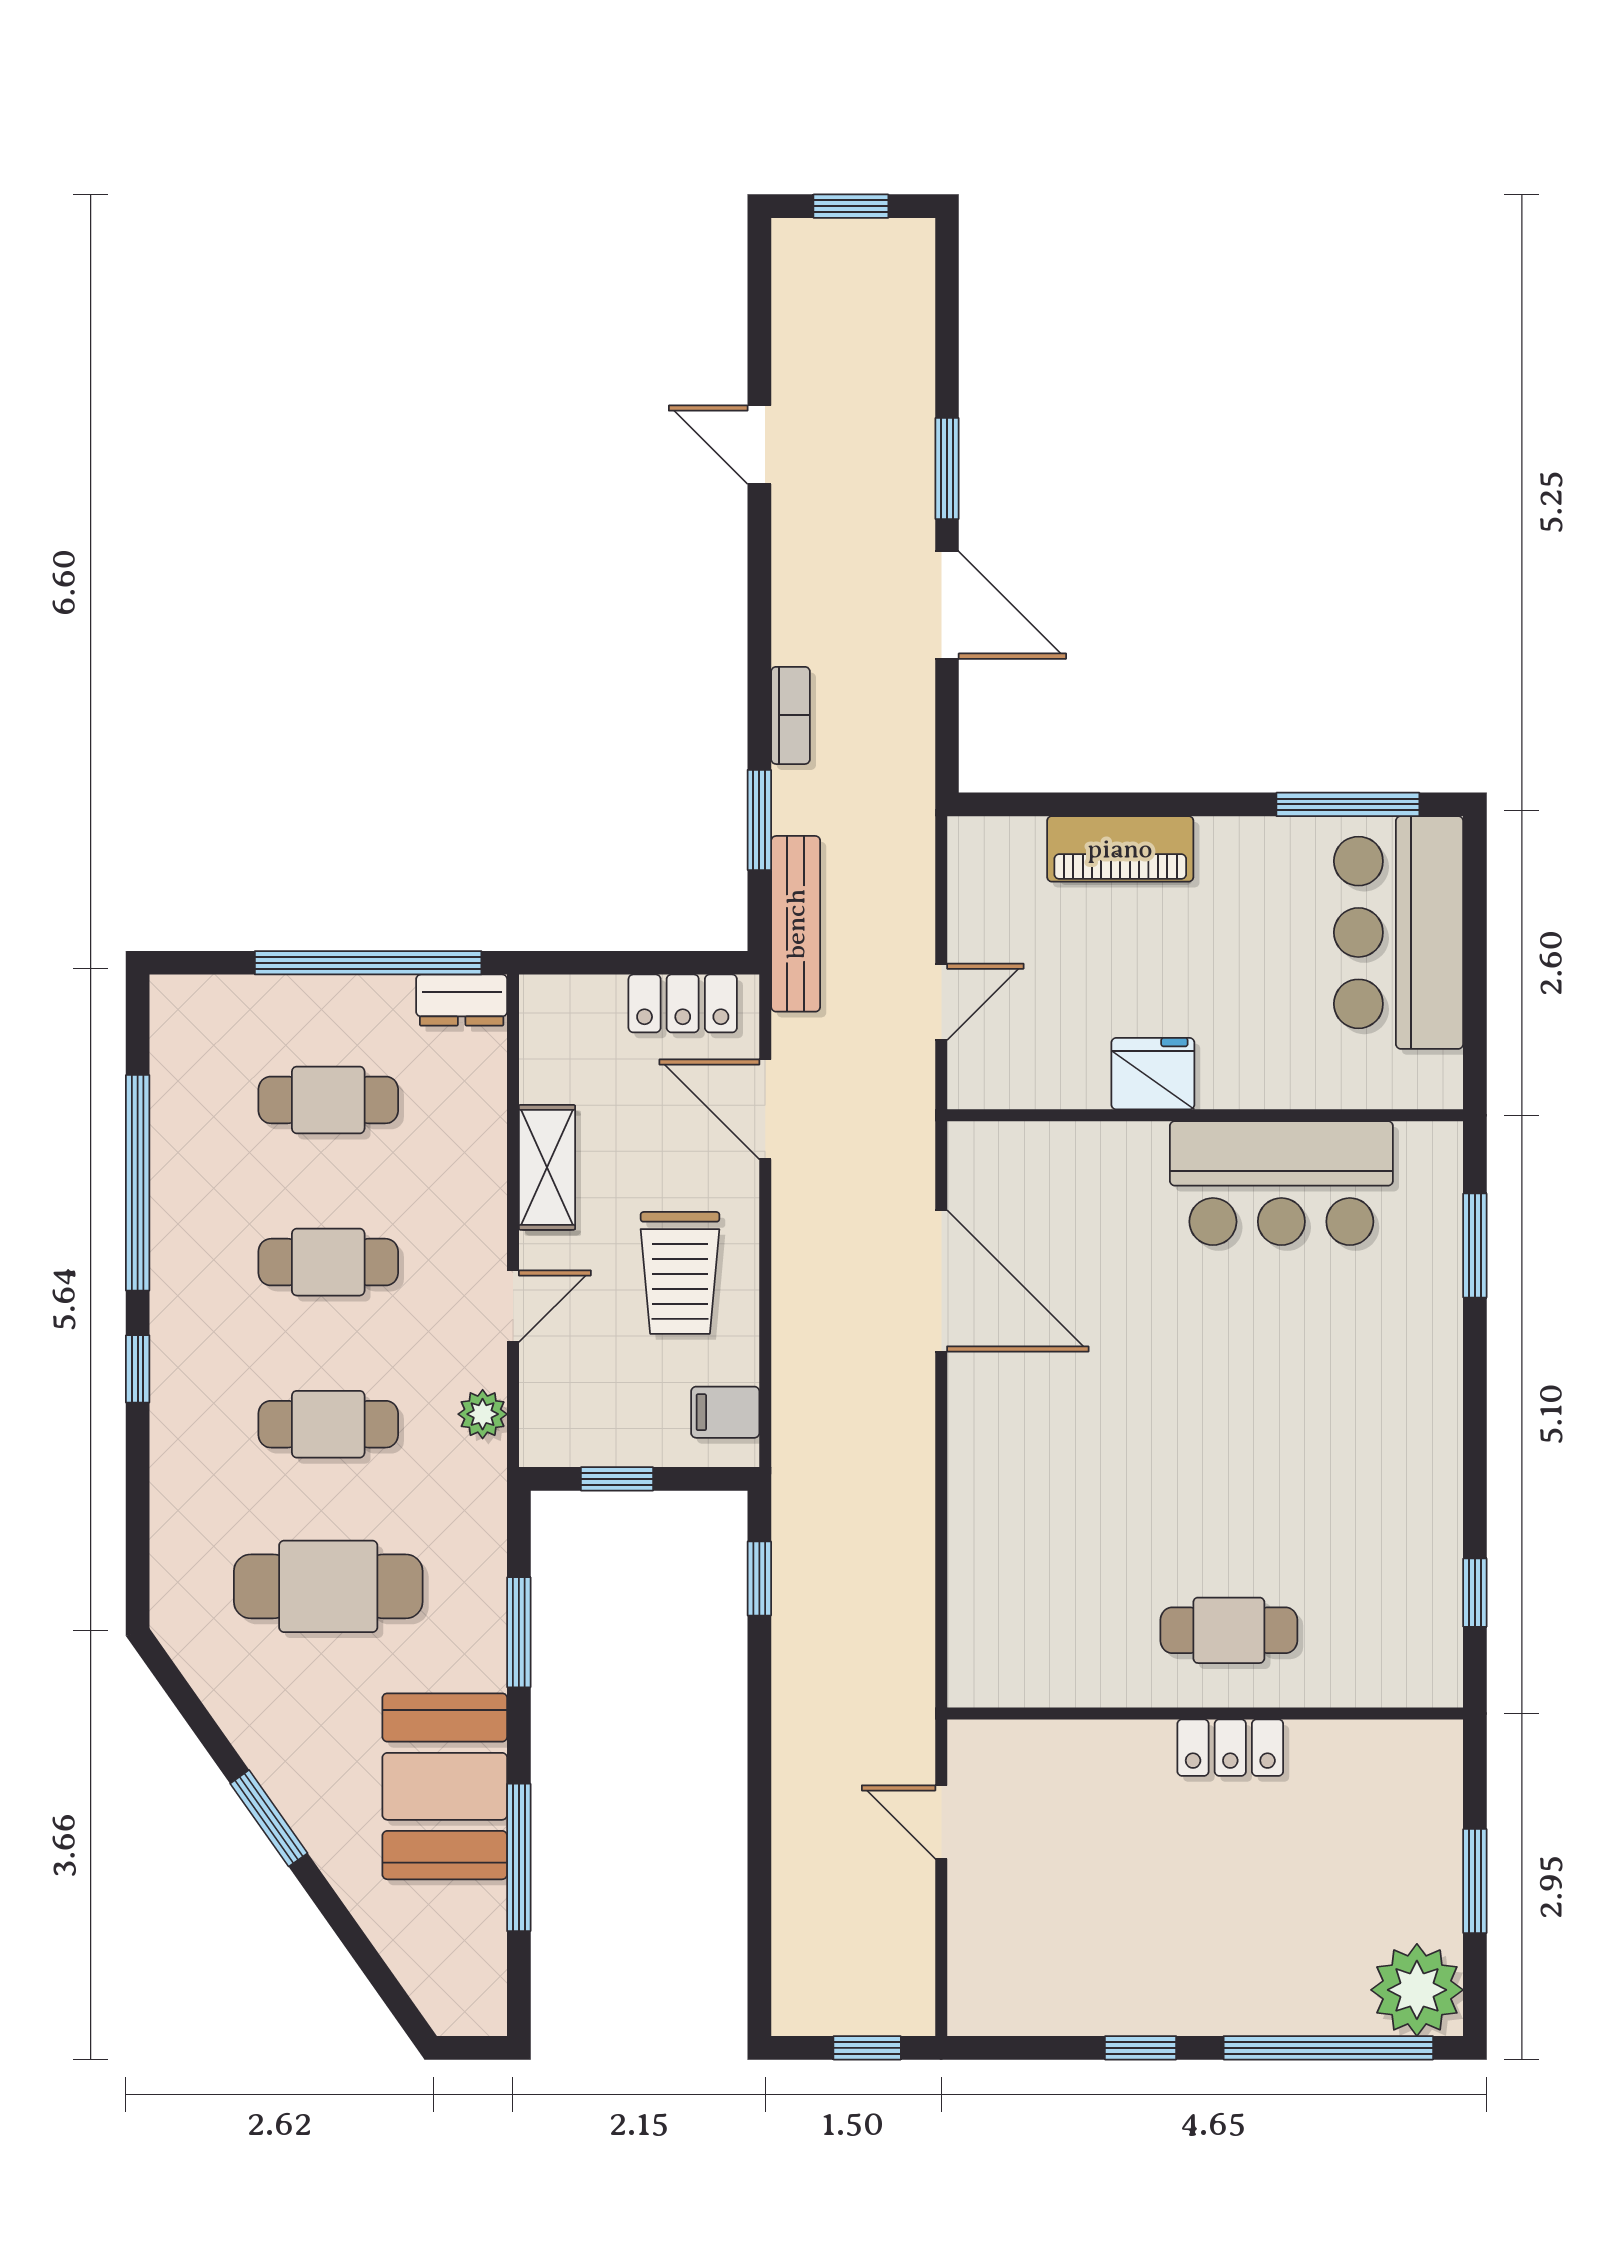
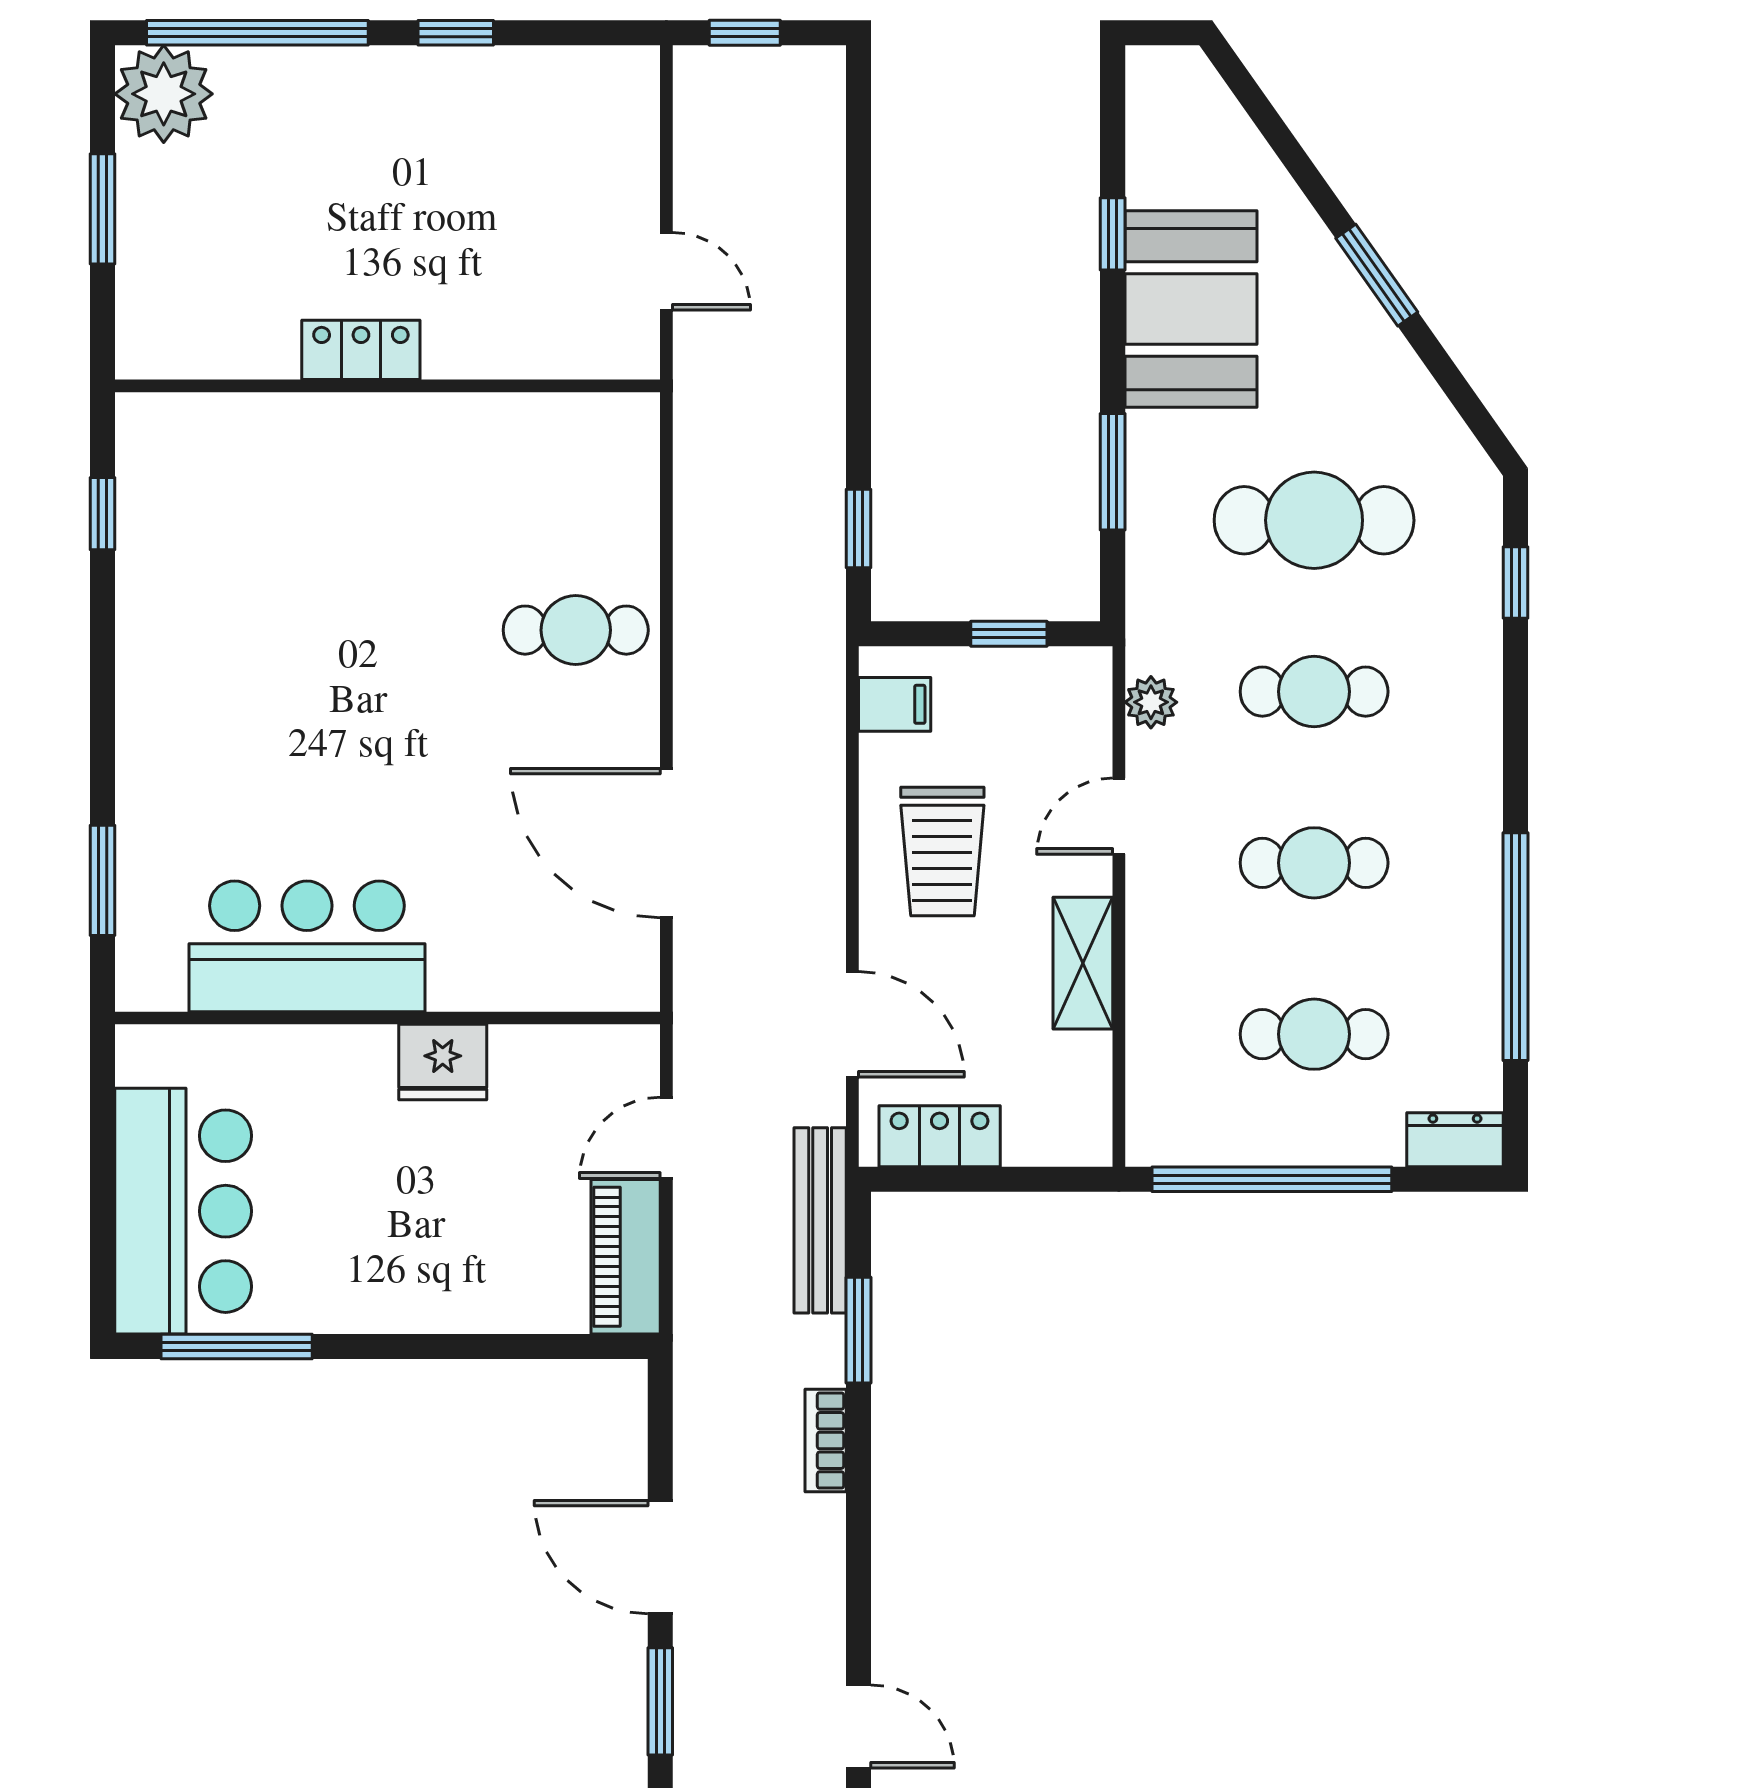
piano: (1120, 849) -> (626, 1257), moved, turned -90
dresser: (462, 1000) -> (1455, 1140), moved
trolley: (680, 1273) -> (942, 851), turned 180
window: (138, 1369) -> (1515, 583), moved
cafe table: (1229, 1630) -> (576, 630), moved
window: (519, 1857) -> (1113, 234), width x0.46

